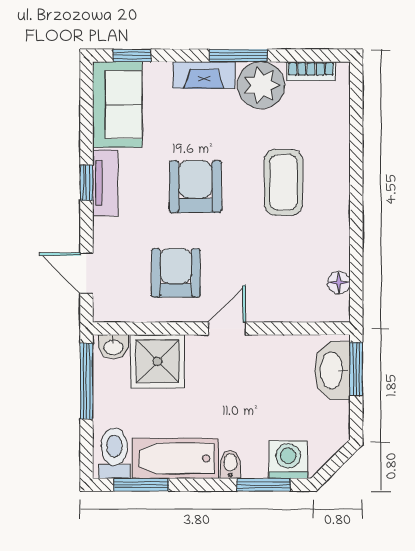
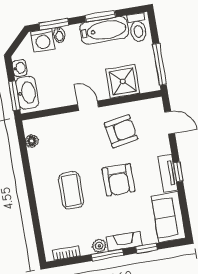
window: (132, 56) -> (147, 248), moved
plant: (261, 85) -> (99, 246), width x0.53, depth x0.53
armchair: (176, 273) -> (121, 131), turned -100
door: (227, 328) -> (88, 106), swing flipped
washbasin: (113, 347) -> (20, 68), moved, turned 90
bidet: (230, 464) -> (59, 35), moved
window: (141, 485) -> (100, 16), moved

